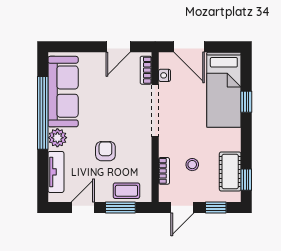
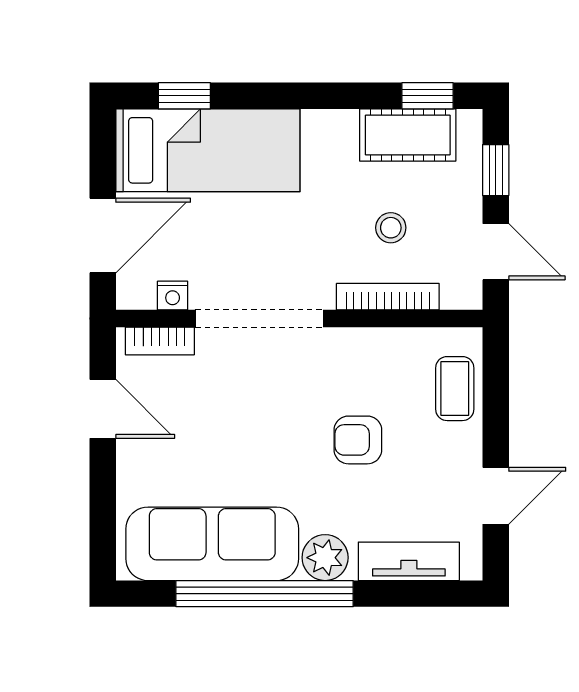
window: (246, 102) -> (184, 96), moved
bookcase: (164, 171) -> (388, 297), width x1.56
door: (83, 207) -> (496, 496), swing flipped
window: (120, 207) -> (496, 403), removed

